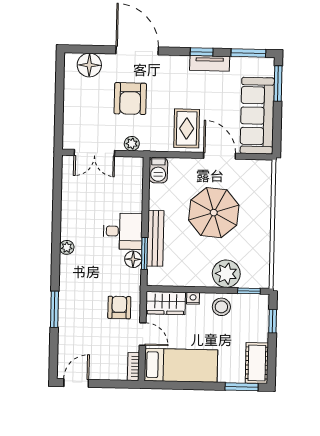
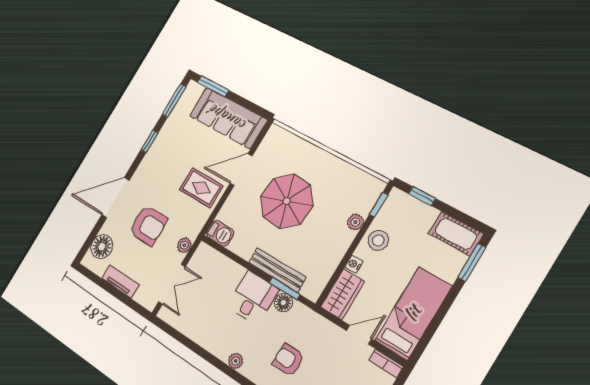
tv unit: (210, 63) -> (120, 282), moved, turned -90
plant: (226, 274) -> (355, 222), width x0.53, depth x0.53
armchair: (119, 307) -> (288, 360), moved

